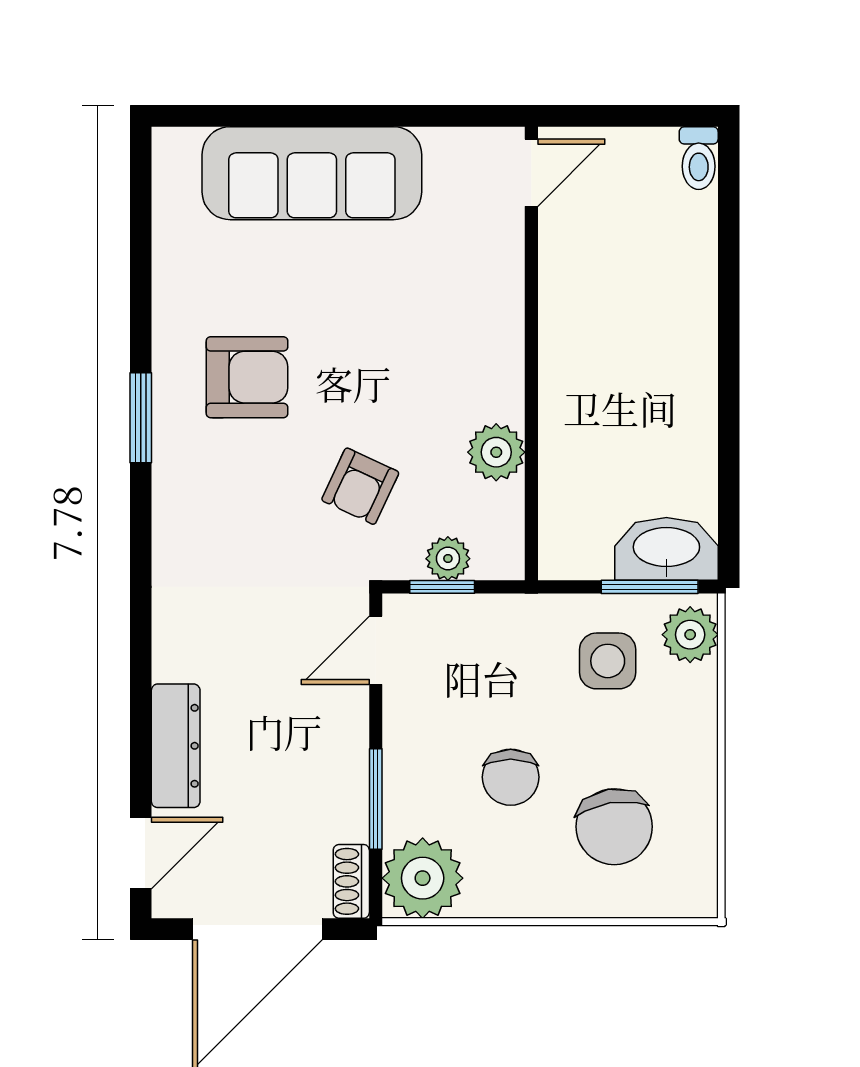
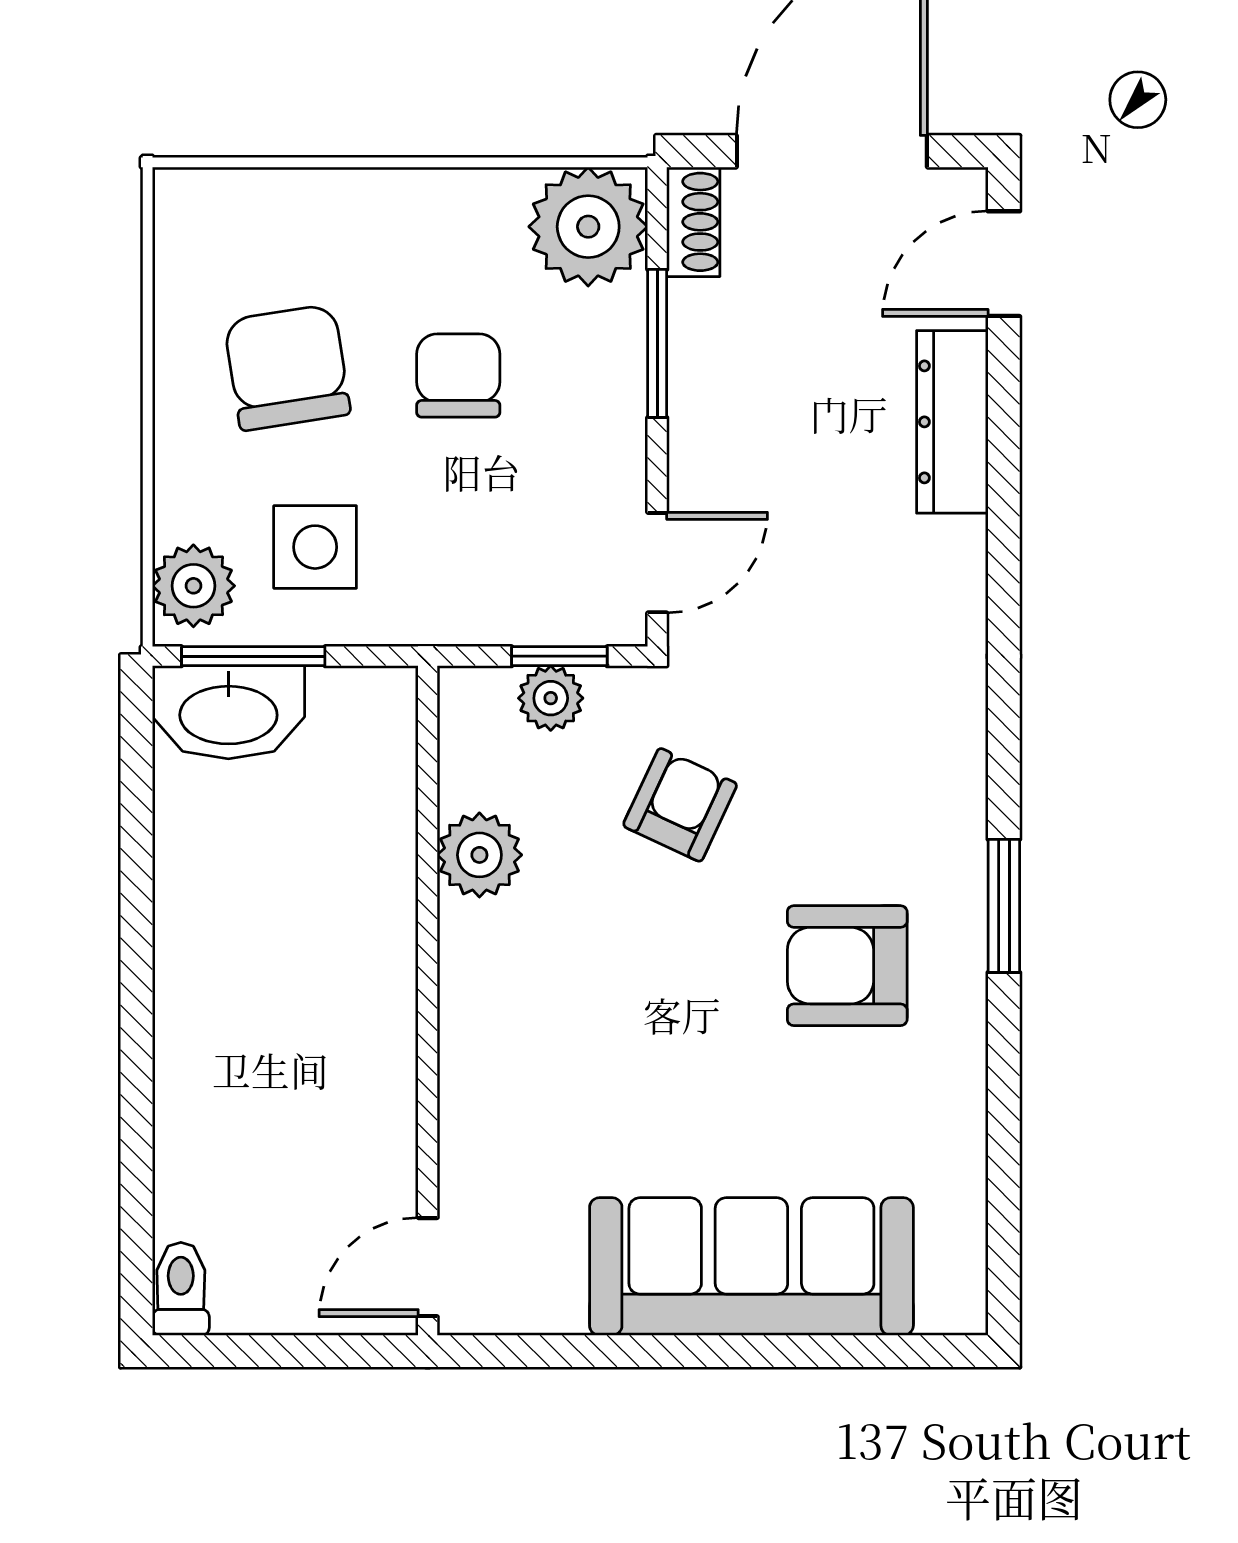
chair: (614, 827) -> (287, 367), moved

